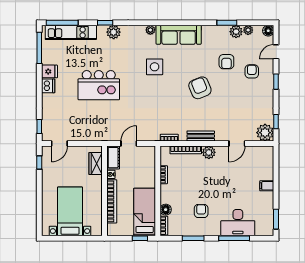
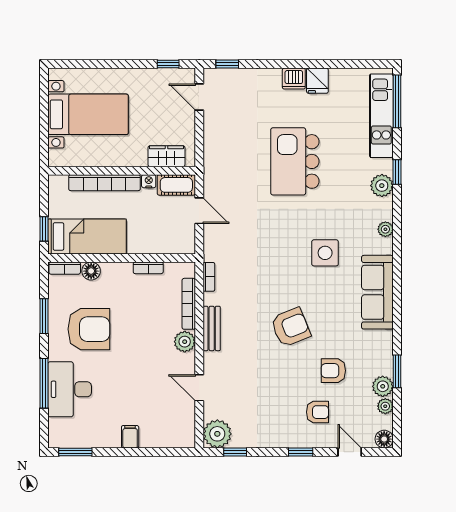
plant: (150, 30) -> (385, 229), moved
window: (39, 48) -> (356, 64), removed
armchair: (201, 211) -> (89, 329), width x1.88, depth x1.88

